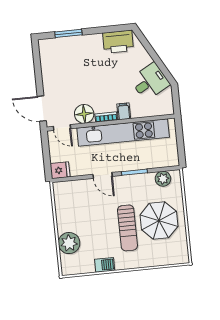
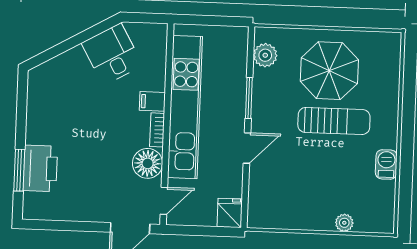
printer: (118, 42) -> (40, 168), moved
plant: (69, 243) -> (344, 223), width x0.53, depth x0.53

